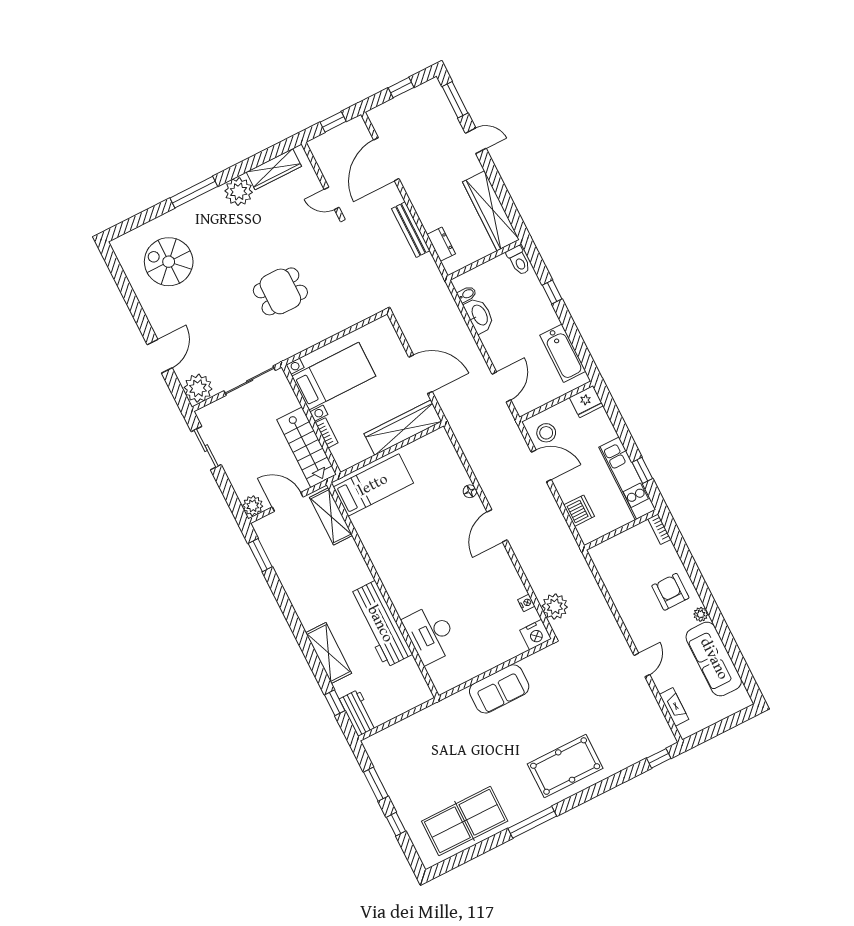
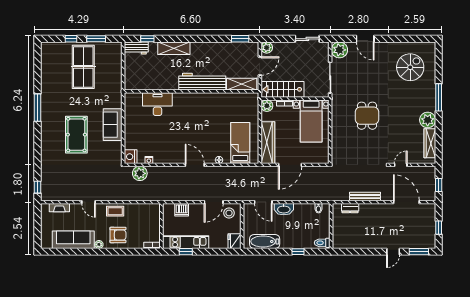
wardrobe: (491, 211) -> (354, 241), removed
washbasin: (479, 315) -> (284, 209), moved
plant: (345, 459) -> (267, 106), added
bed: (373, 485) -> (240, 143), moved, turned 180
coffee table: (635, 615) -> (115, 211), added
workbench: (380, 624) -> (202, 82), moved
pool table: (565, 766) -> (76, 135), moved
table tennis table: (465, 821) -> (83, 67), moved

